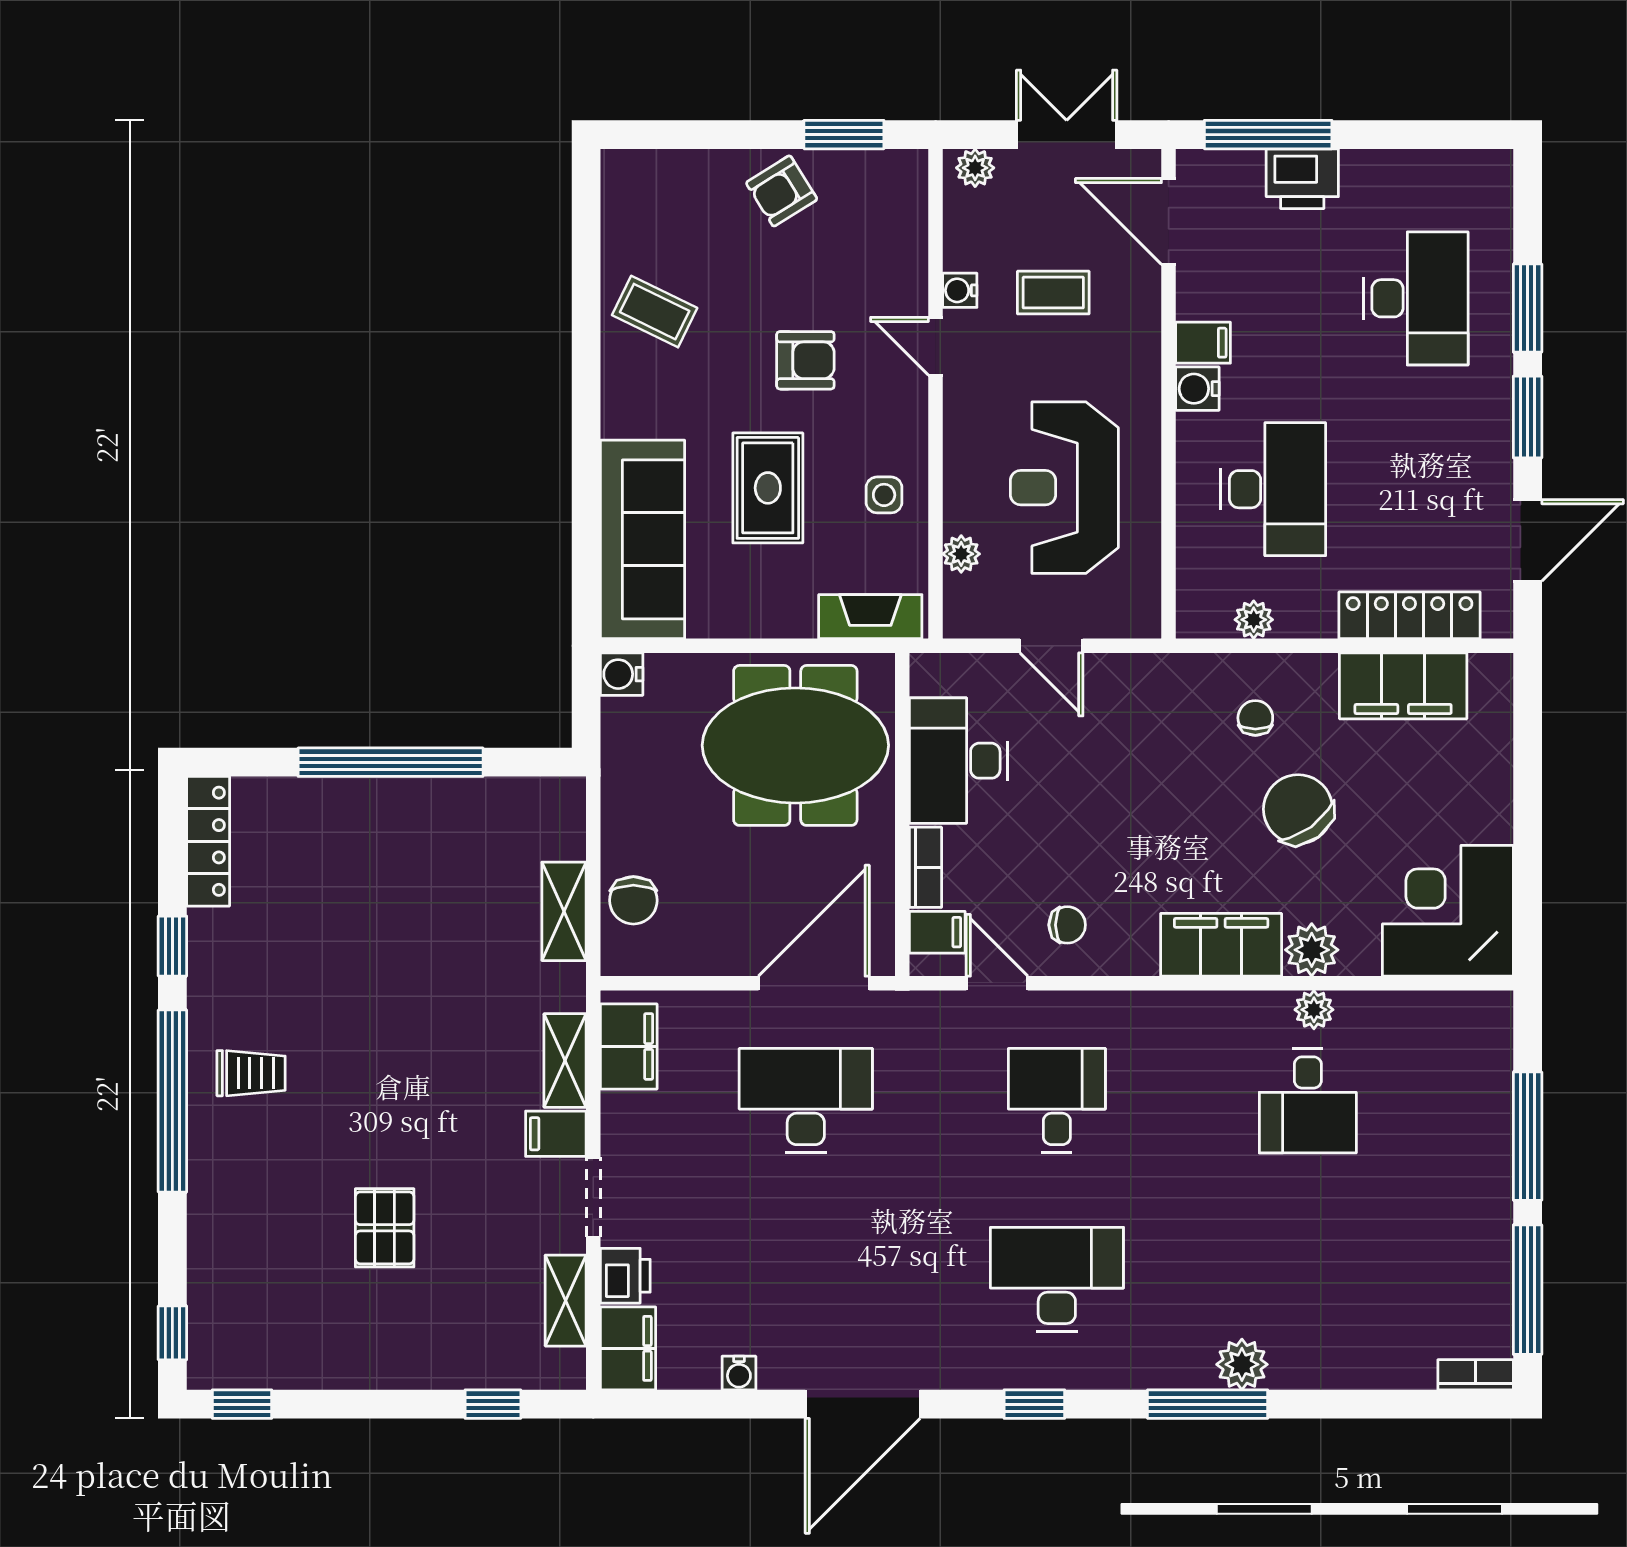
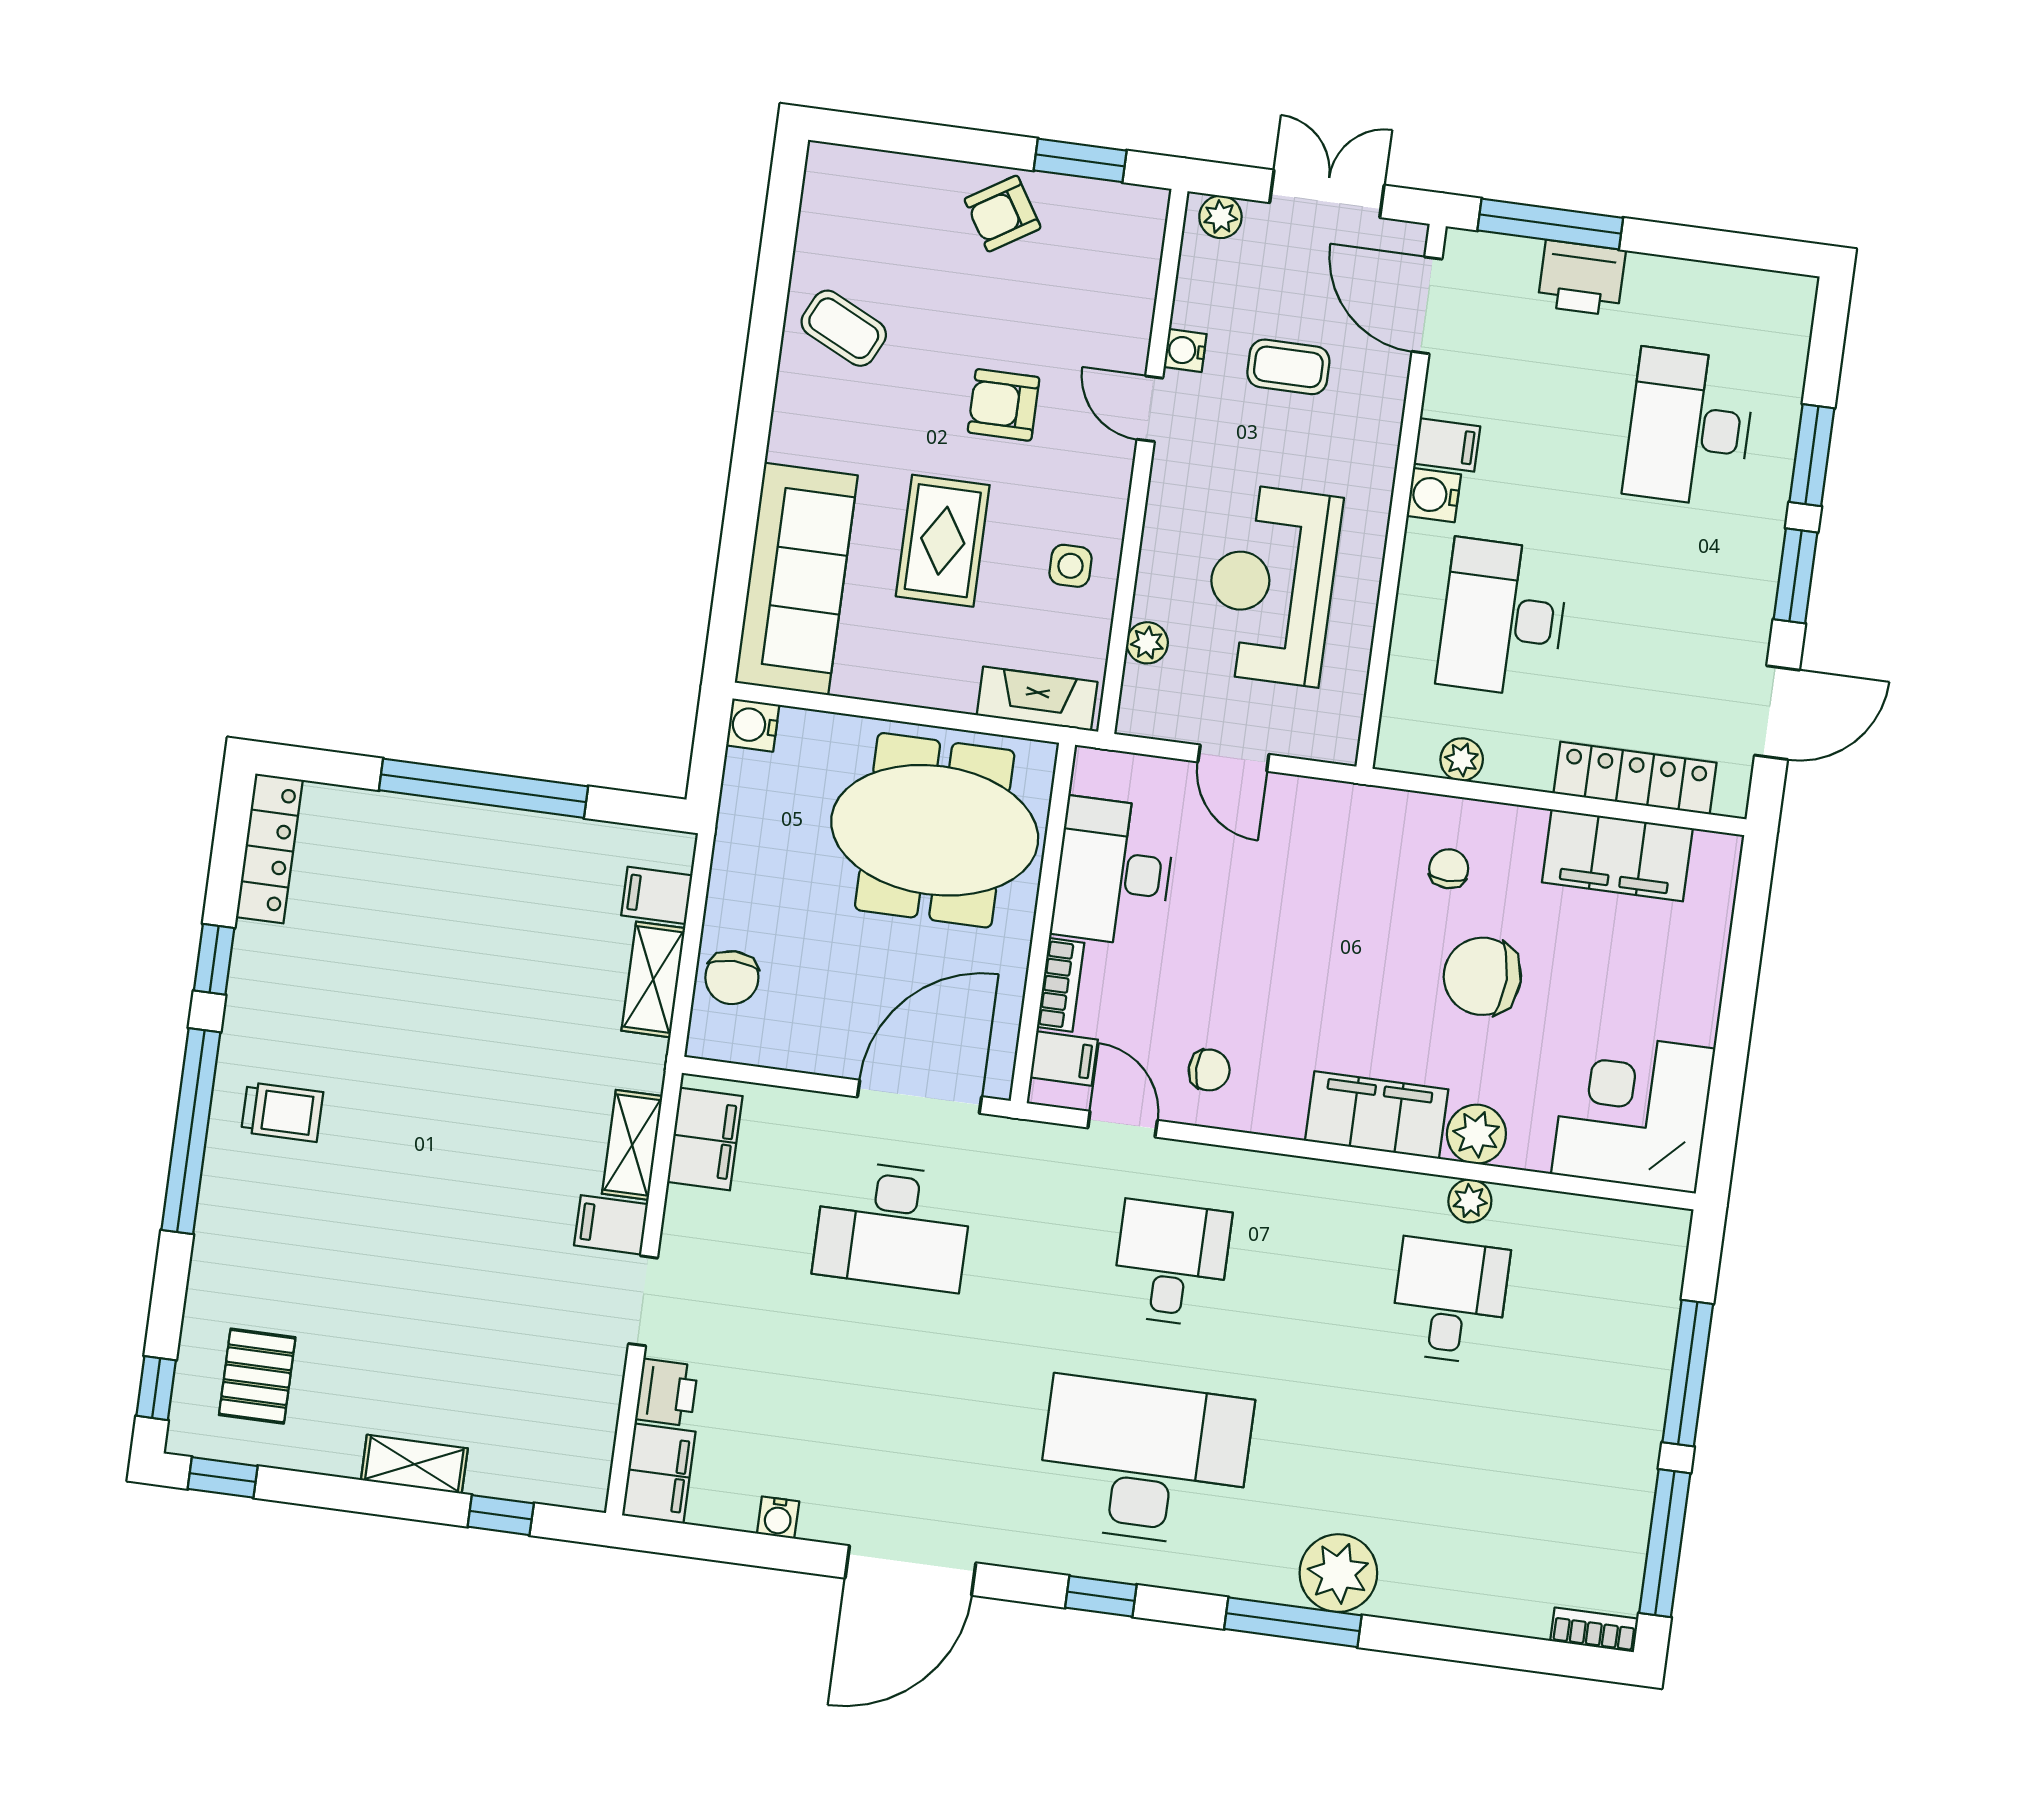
desk: (1416, 298) -> (1689, 428), turned 180
armchair: (805, 360) -> (1004, 405), turned 180
desk: (1273, 489) -> (1503, 618), turned 180
chair: (1298, 809) -> (1482, 976), turned -54
filing cabinet: (557, 836) -> (657, 895), added
desk: (806, 1101) -> (893, 1226), turned 180
desk: (1308, 1101) -> (1450, 1301), turned 180
pallet: (385, 1228) -> (257, 1376), moved
desk: (1057, 1280) -> (1144, 1462), width x1.36, depth x1.30
shelving: (566, 1301) -> (414, 1464), moved, turned 90
plant: (1242, 1364) -> (1338, 1573), width x1.36, depth x1.36

